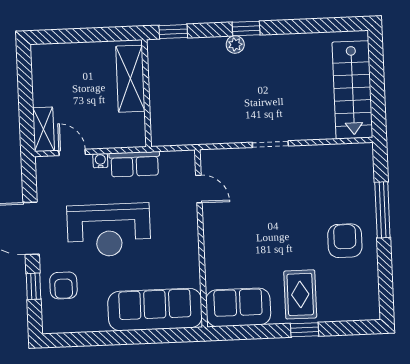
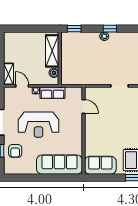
boiler: (136, 123) -> (54, 73), added

